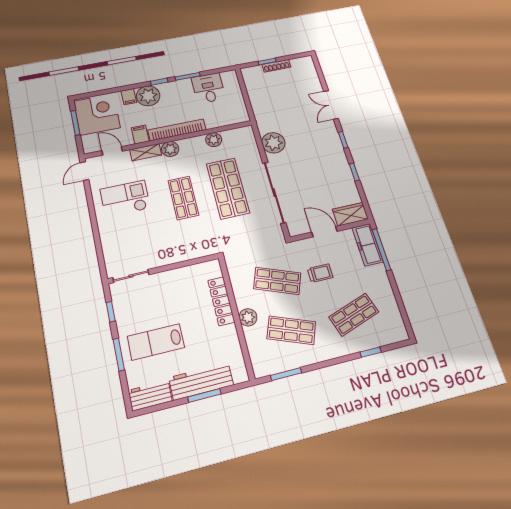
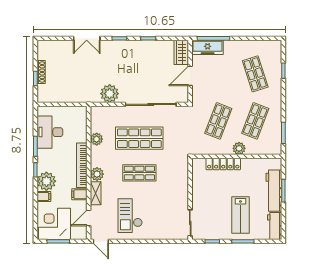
desk: (208, 88) -> (50, 132), width x1.37
trolley: (320, 273) -> (220, 89), removed

